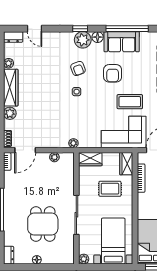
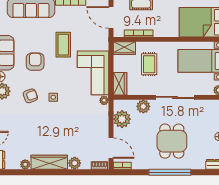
armchair: (113, 73) -> (35, 62), turned -90
corner sofa: (124, 132) -> (93, 73), moved
plant: (54, 157) -> (122, 119), width x1.88, depth x1.88
plant: (67, 183) -> (143, 106), added
dining table: (43, 224) -> (172, 141), moved, turned 90

